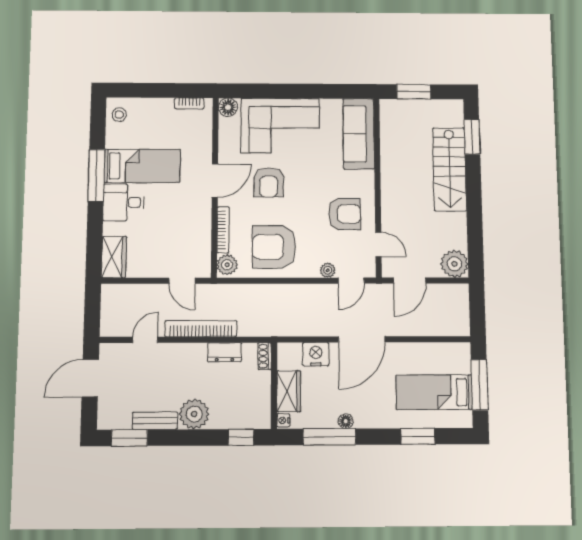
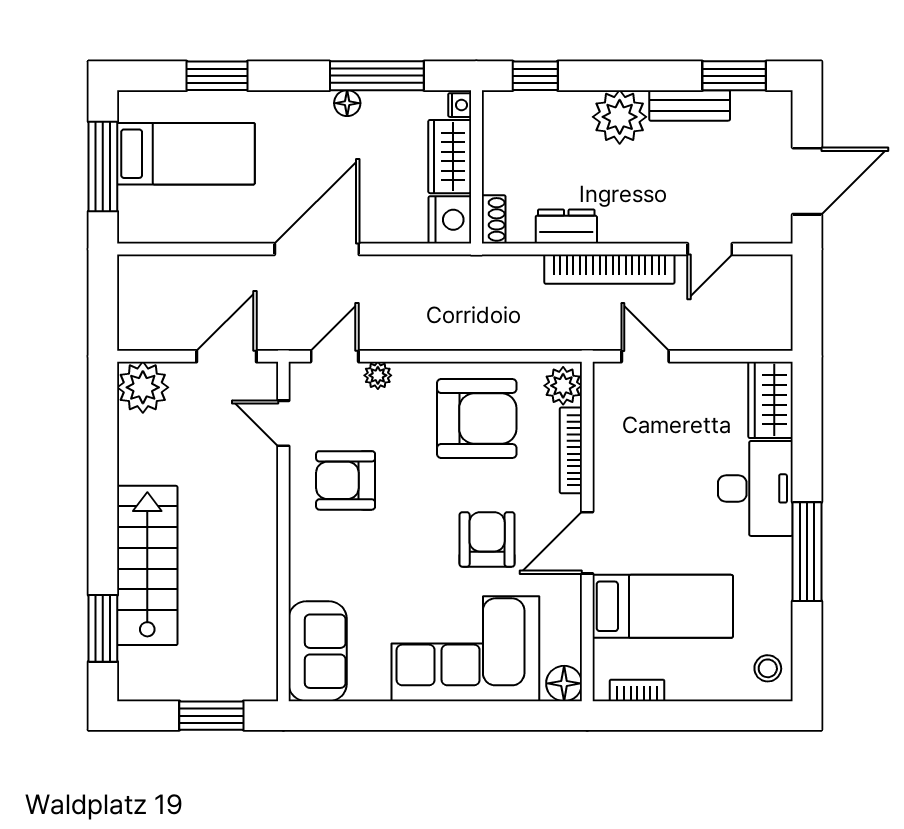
sofa: (359, 134) -> (318, 651), width x0.73
bed: (142, 166) -> (663, 606), moved, turned 180
desk: (124, 202) -> (755, 488), width x1.37
nightstand: (316, 354) -> (450, 220), moved, turned -90

